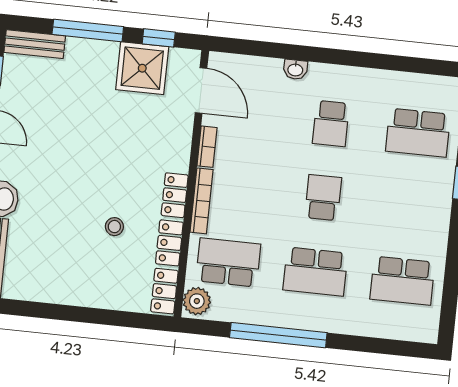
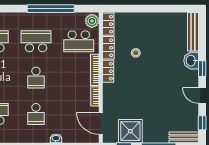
school desk: (331, 124) -> (36, 114), turned 180

